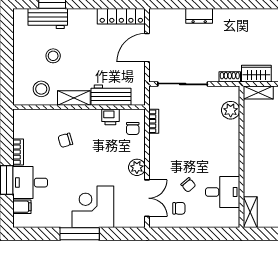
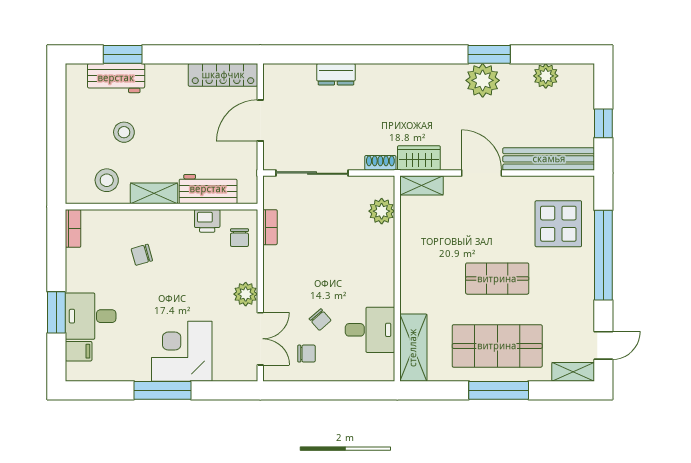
bookcase: (18, 152) -> (73, 228), moved
shelving: (250, 212) -> (413, 348), width x1.50, depth x1.33

